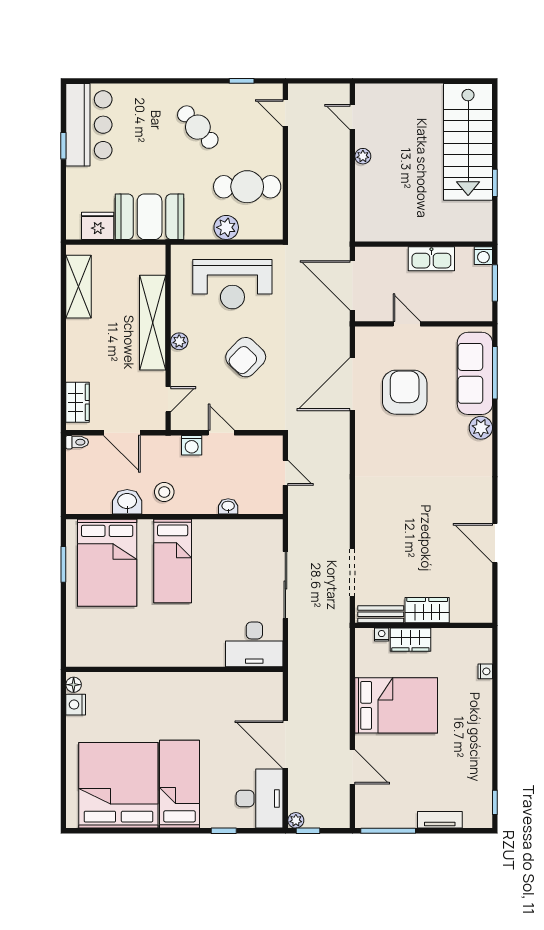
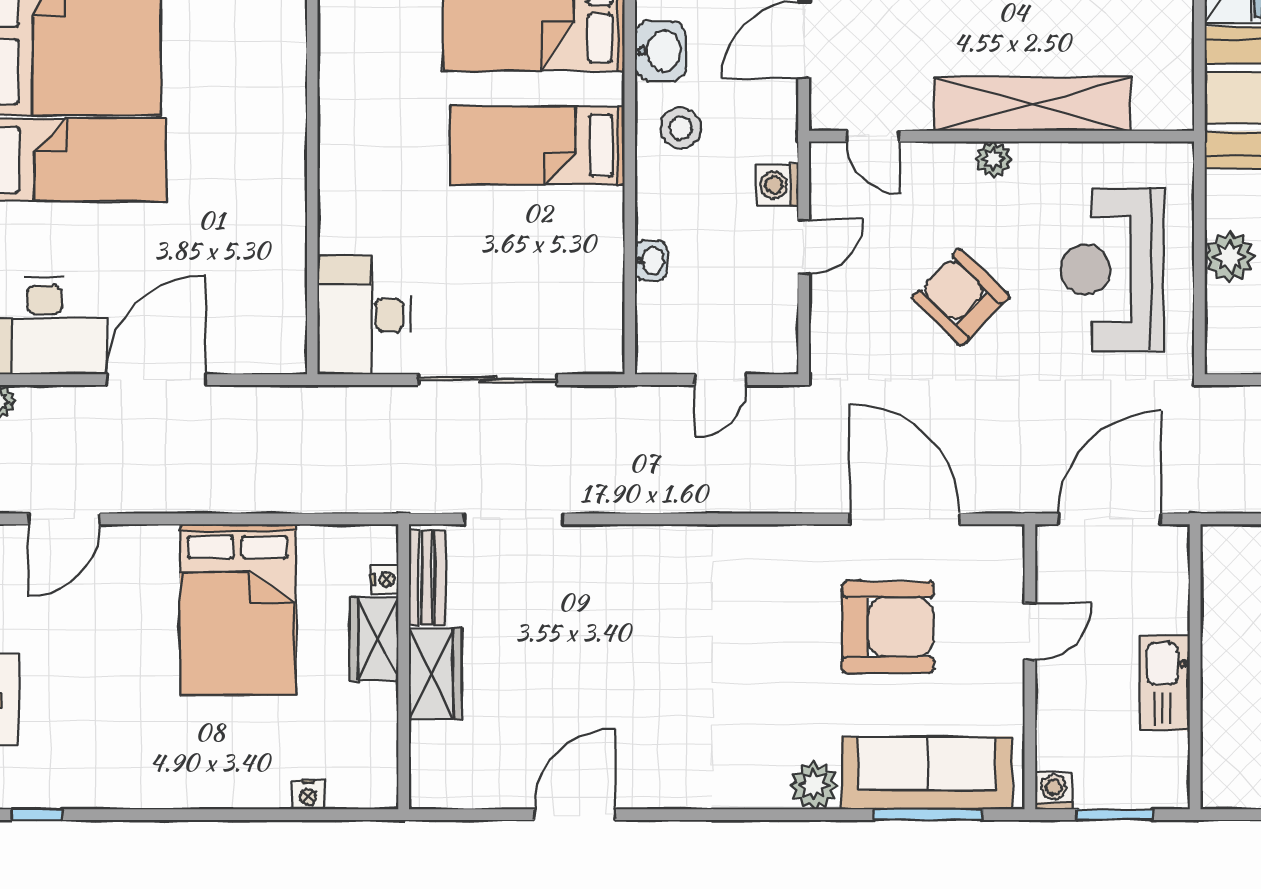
washing machine: (483, 256) -> (1054, 791), moved, turned 90
door: (352, 767) -> (64, 519), moved

